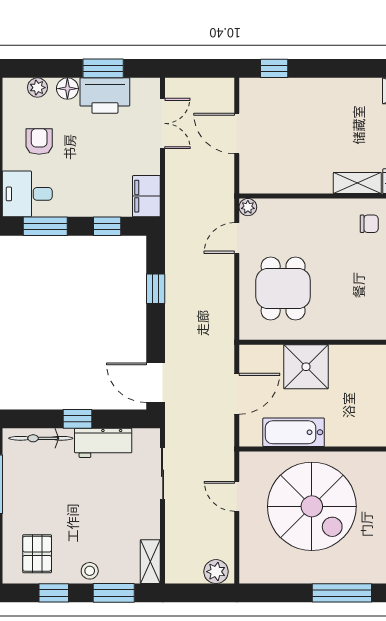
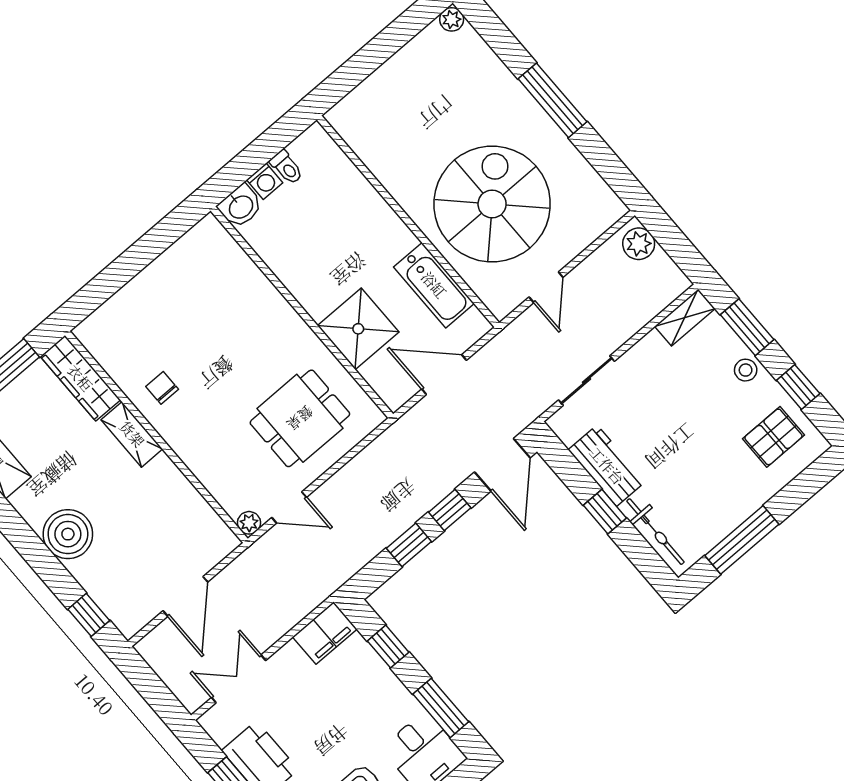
boiler: (331, 97) -> (68, 534), added
window: (156, 330) -> (450, 510), added

